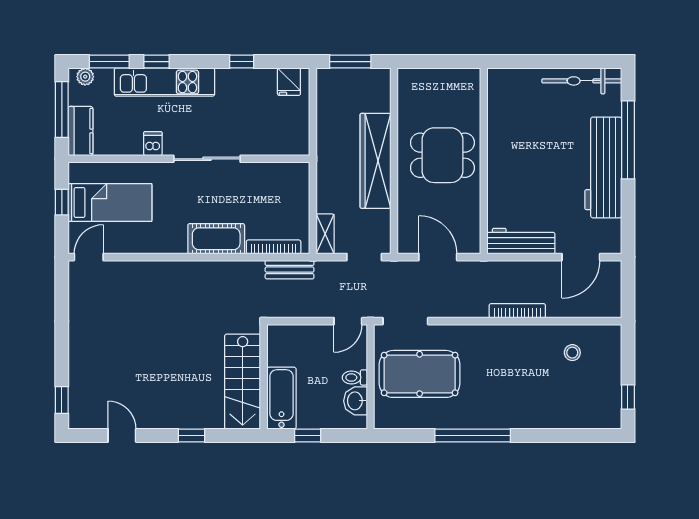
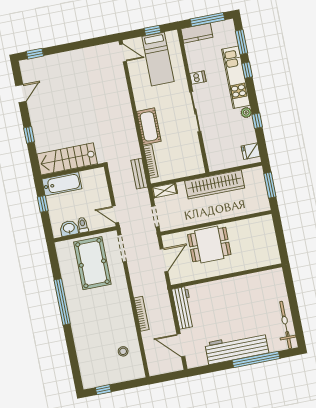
plant: (85, 77) -> (246, 112), moved
dining table: (442, 155) -> (209, 245), moved, turned 90
wardrobe: (375, 161) -> (215, 184), moved, turned 180

